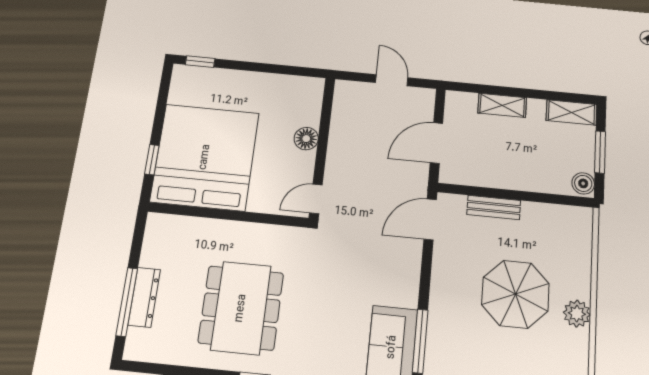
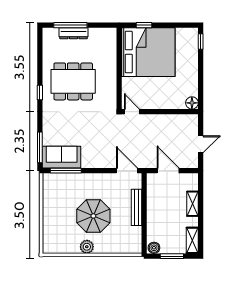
floor lamp: (306, 139) -> (192, 103), moved
bench: (494, 207) -> (137, 207), width x1.36

